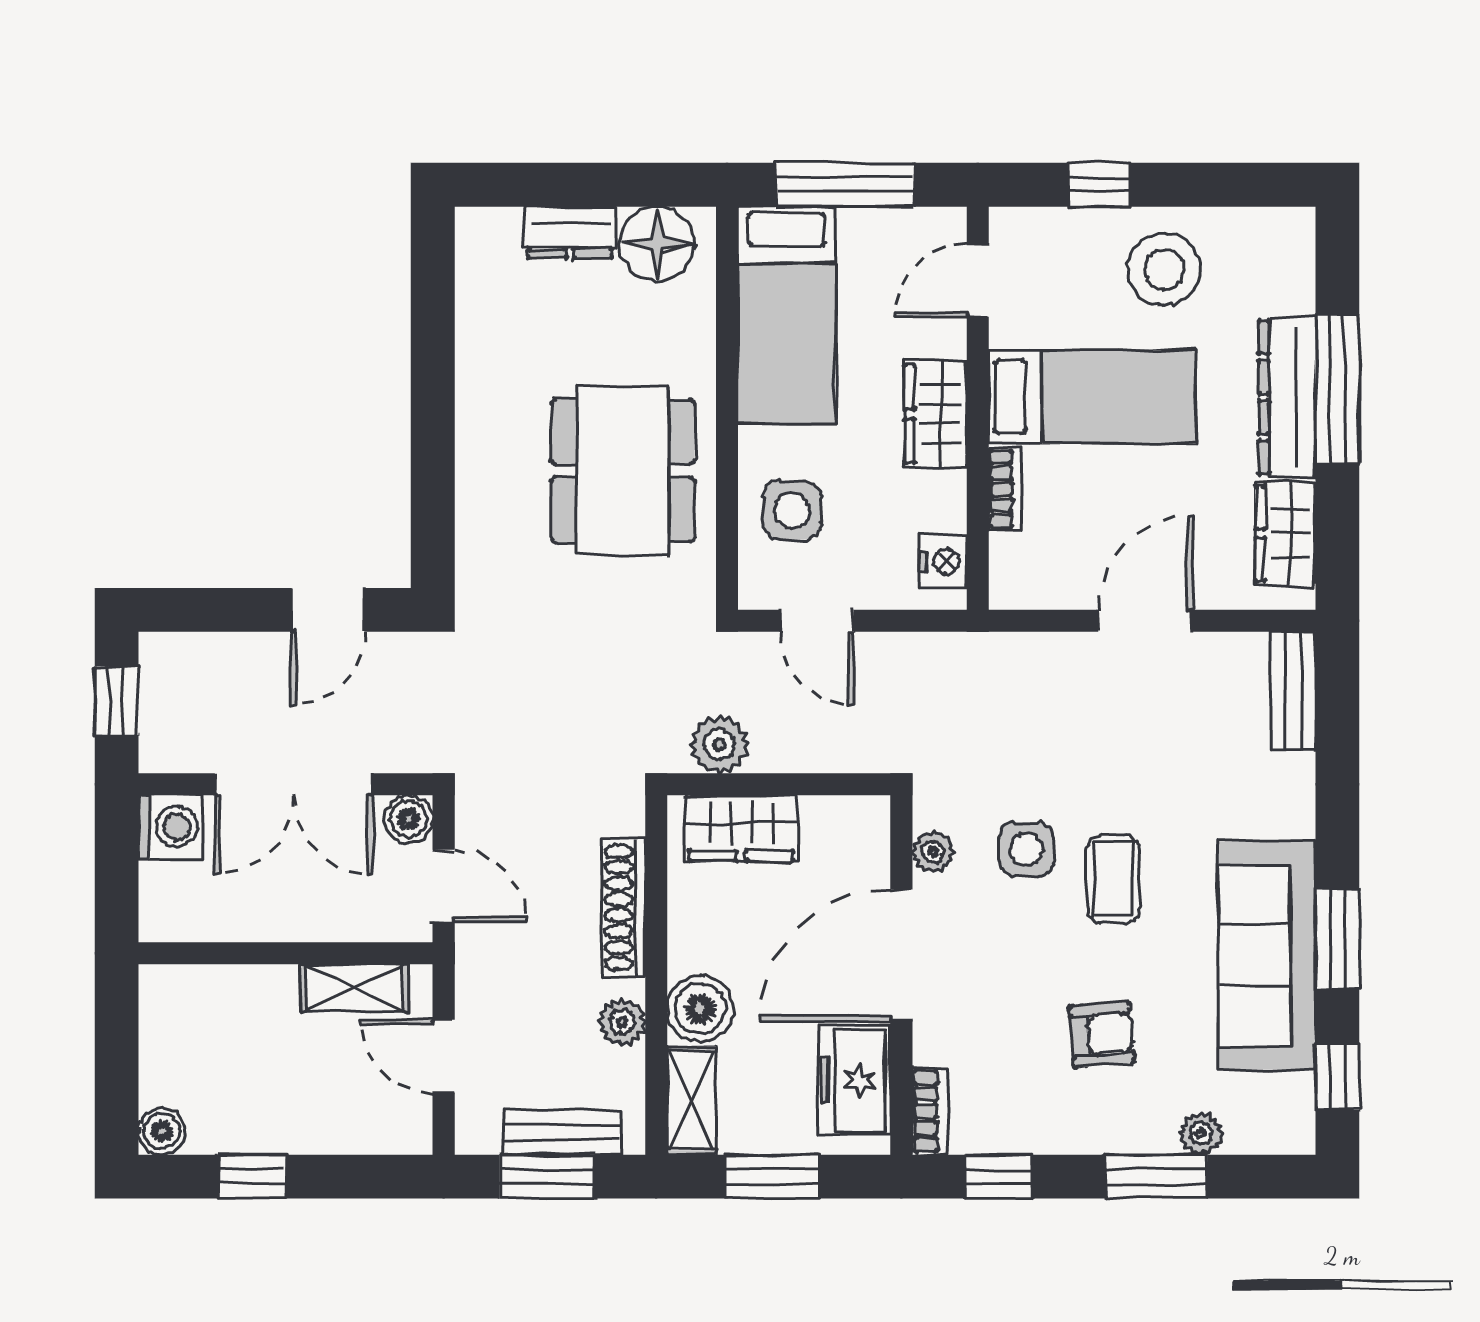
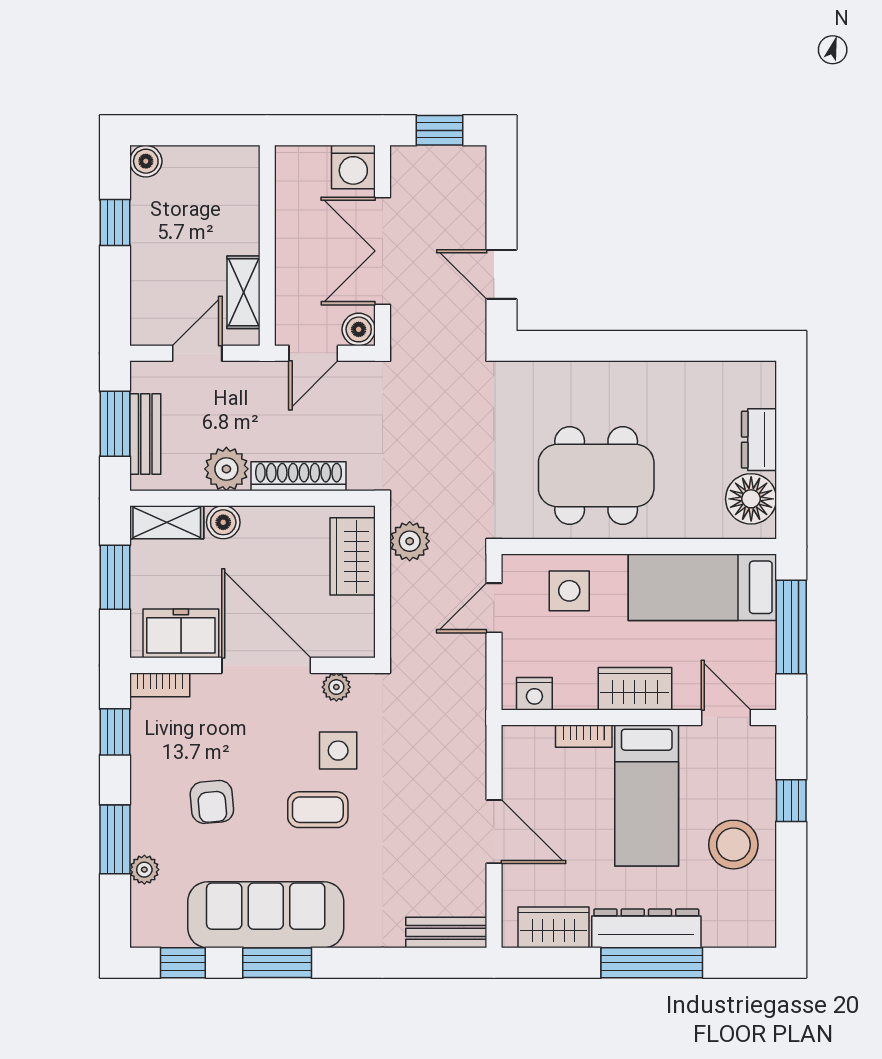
boiler: (700, 1009) -> (223, 522), width x0.73, depth x0.73
plant: (622, 1022) -> (226, 469), width x1.38, depth x1.38

